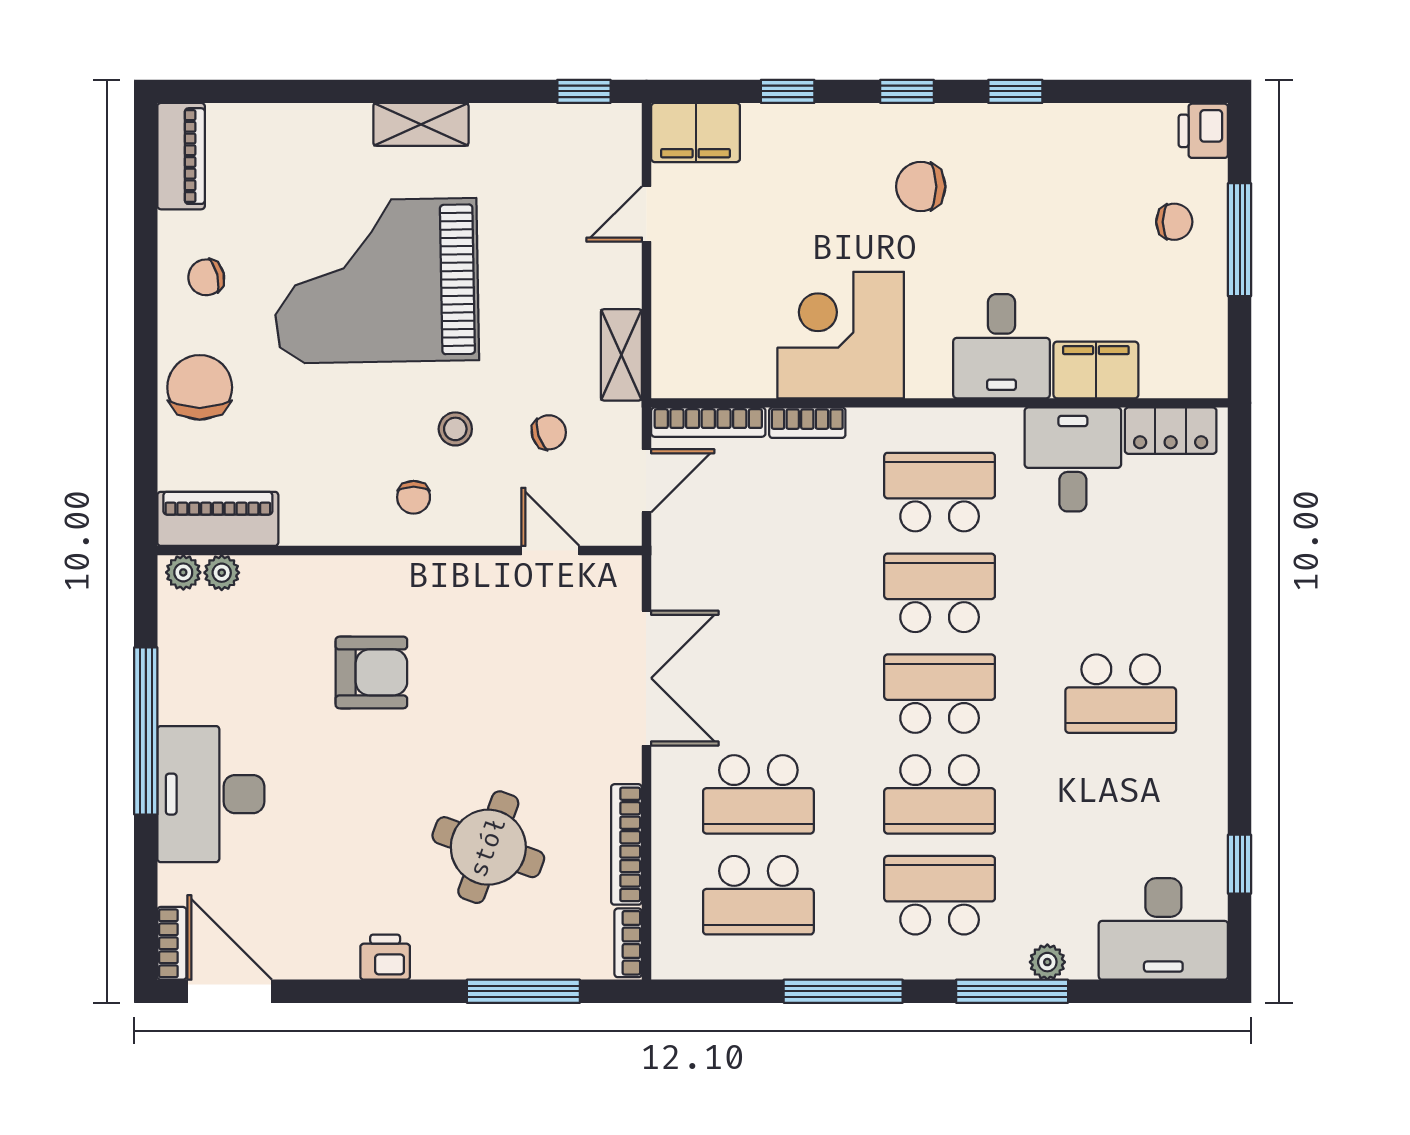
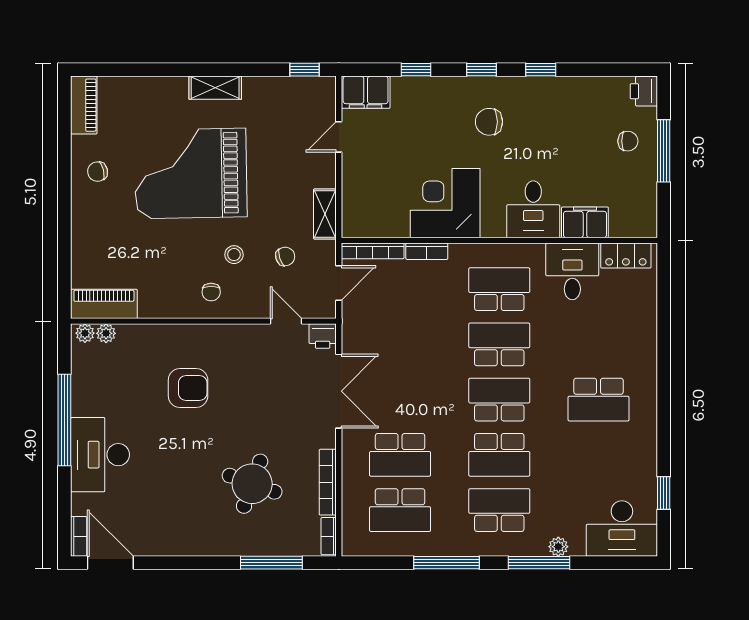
chair: (200, 387) -> (94, 232), removed
printer: (385, 957) -> (323, 336), moved, turned 180

